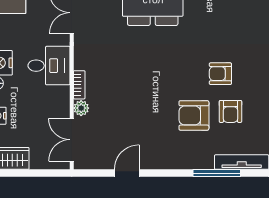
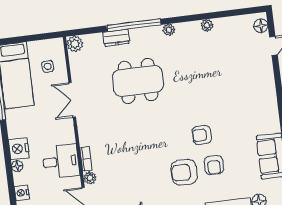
desk: (49, 66) -> (61, 161), moved

